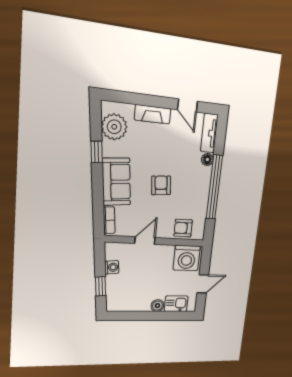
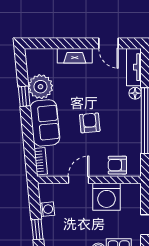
plant: (114, 127) -> (40, 87), moved
washing machine: (187, 258) -> (106, 197), moved

